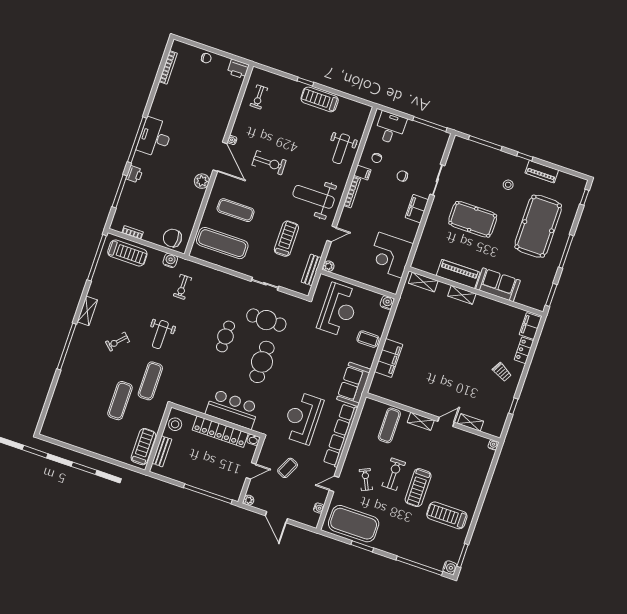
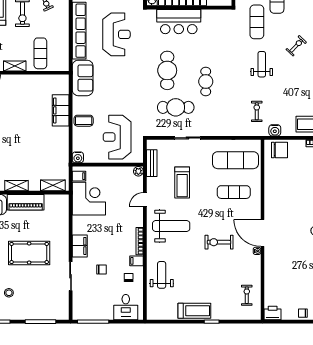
plant: (202, 181) -> (271, 207), removed
filing cabinet: (393, 282) -> (79, 176), added

